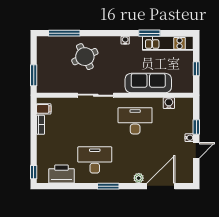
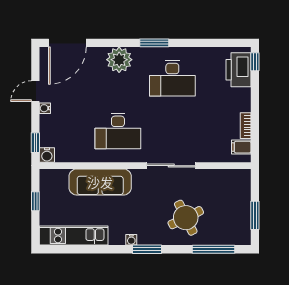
window: (149, 33) -> (147, 249), moved
window: (34, 75) -> (255, 215), moved
water cooler: (169, 103) -> (47, 155), moved
window: (196, 127) -> (35, 143), moved
printer: (61, 174) -> (238, 70), moved, turned 90
plant: (139, 178) -> (119, 60), width x1.87, depth x1.87
door: (161, 186) -> (67, 43), moved

